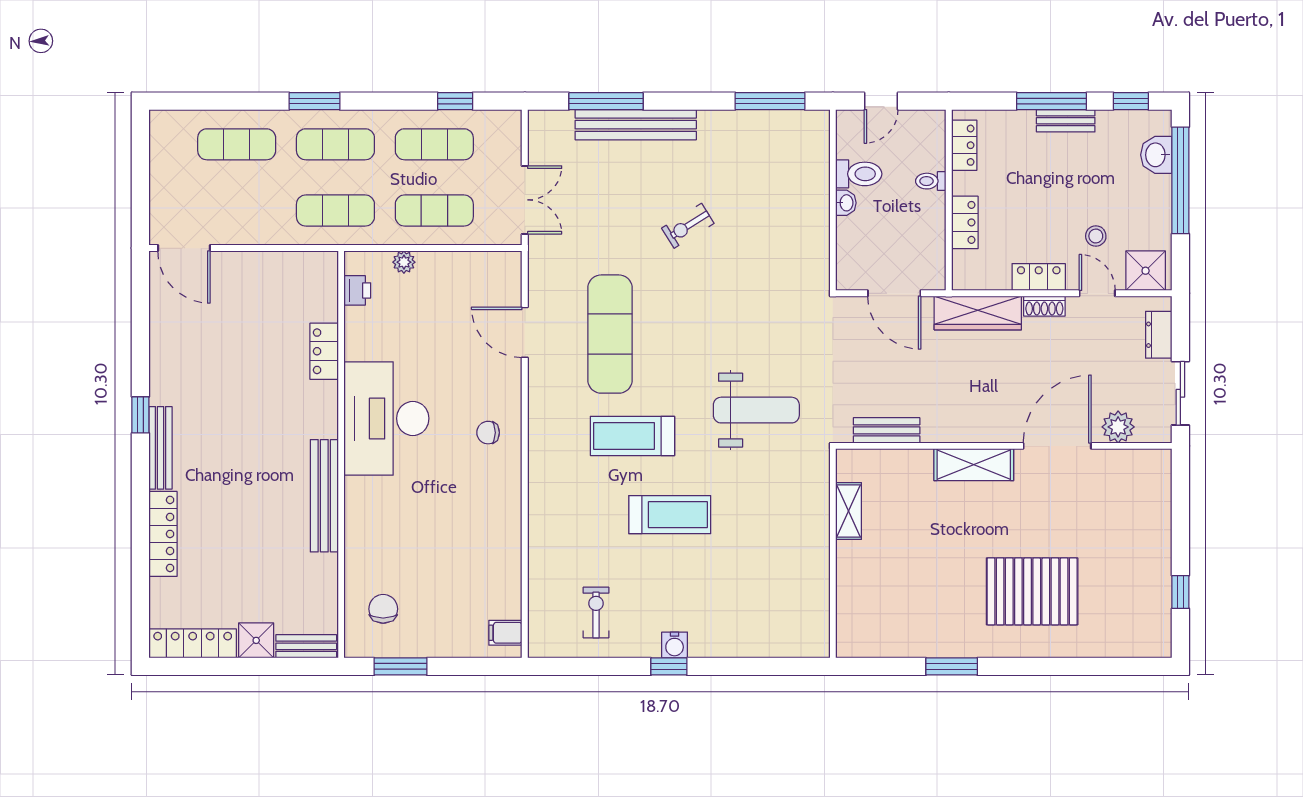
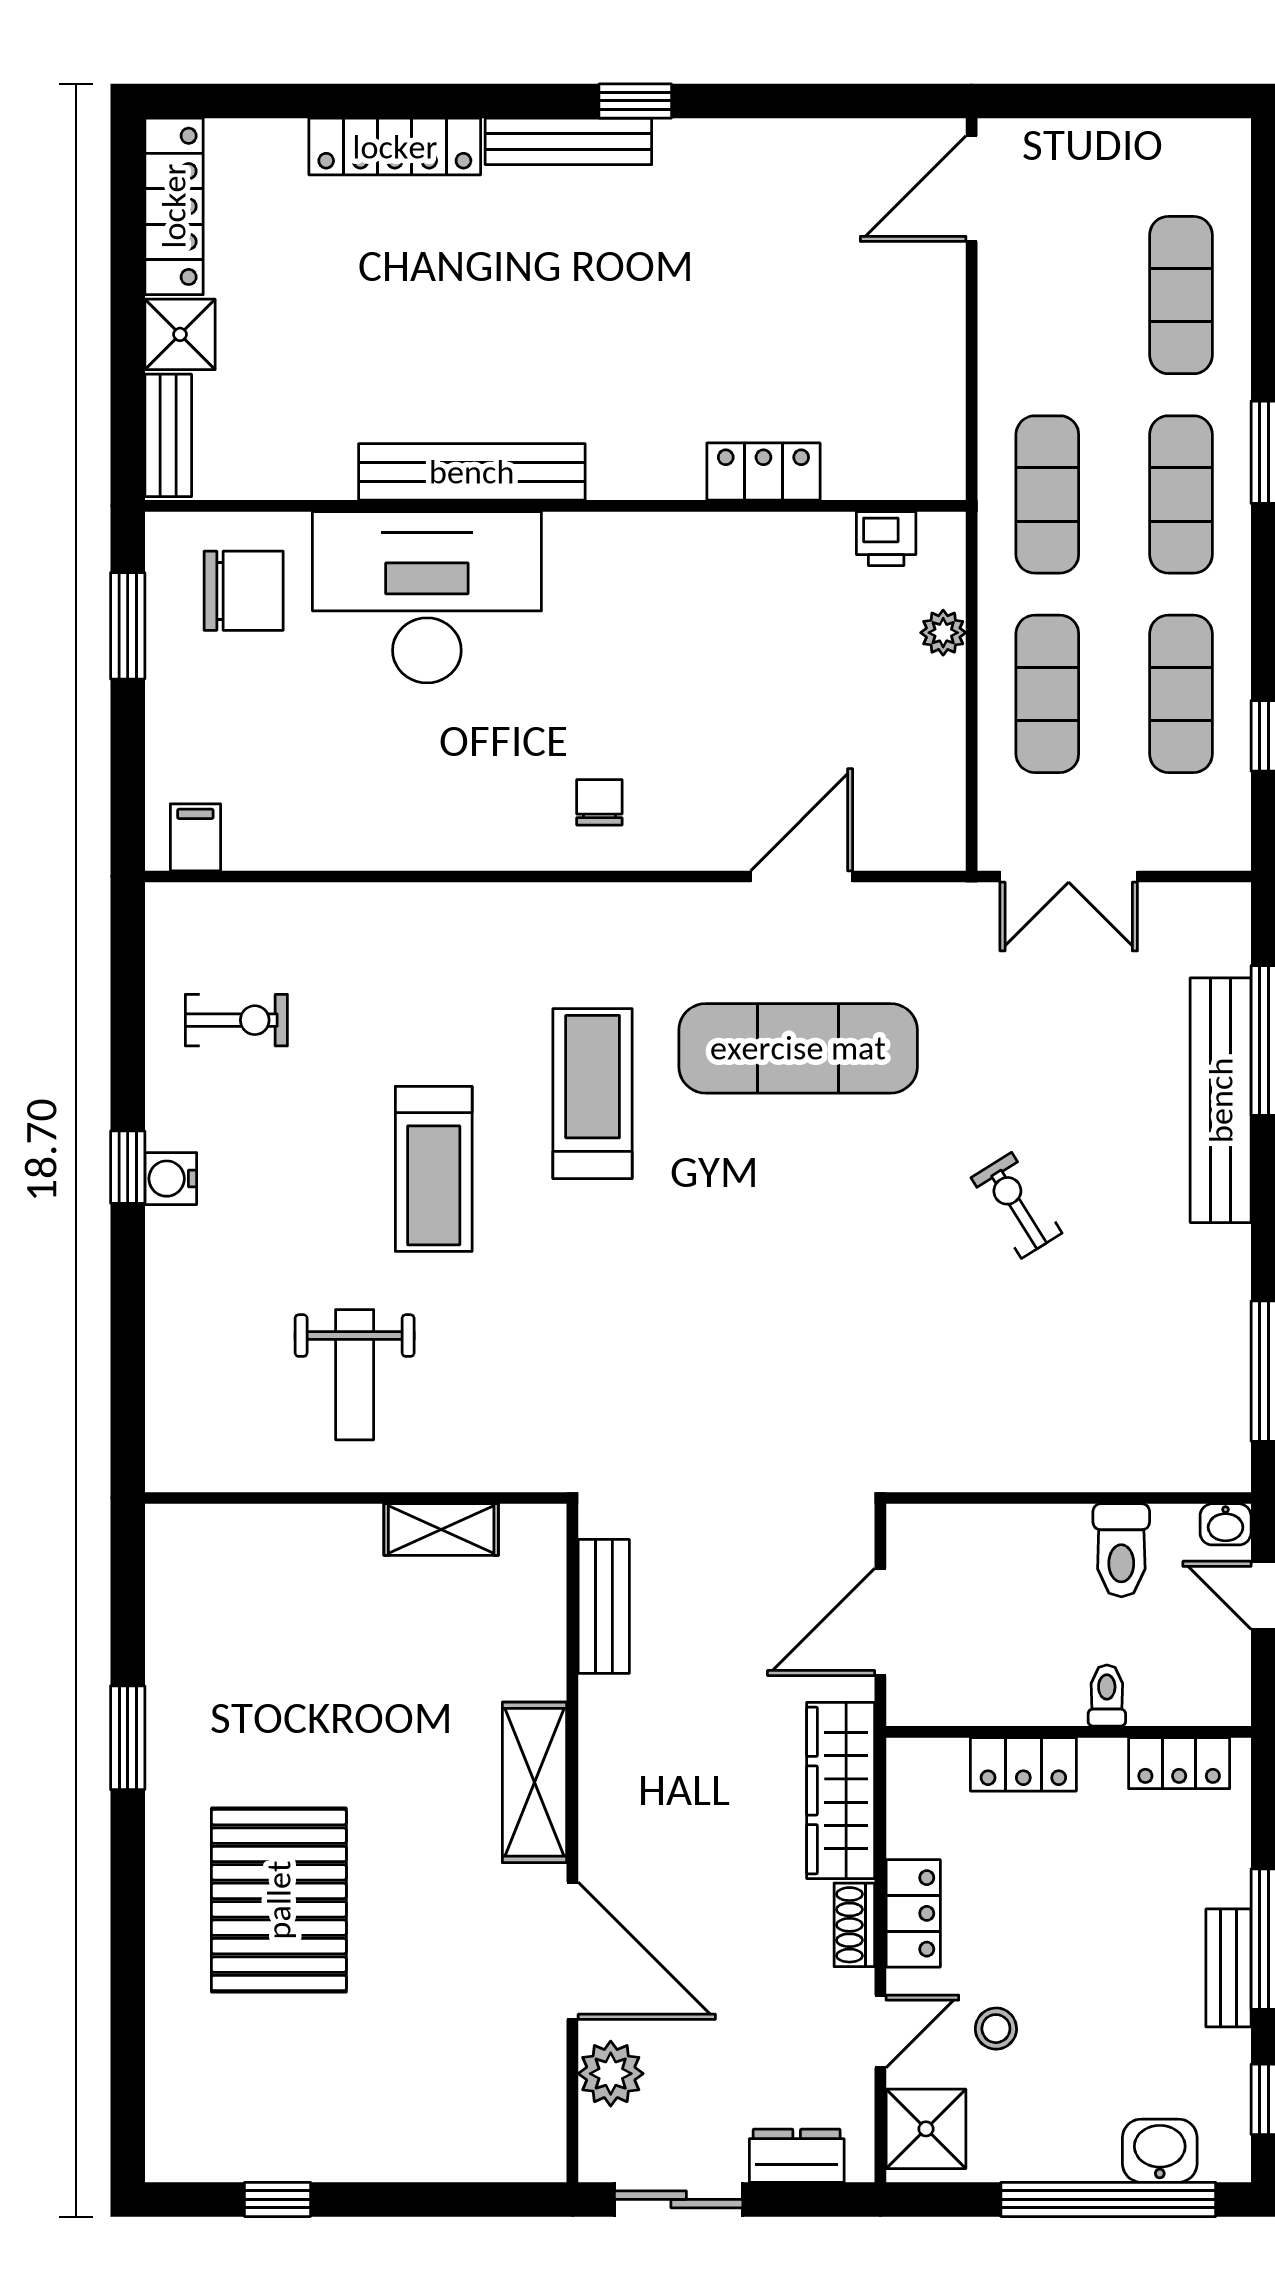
washbasin: (846, 203) -> (1226, 1524), moved
weight bench: (756, 410) -> (355, 1375), moved, width x0.73, depth x0.75
desk: (386, 418) -> (427, 597), moved
chair: (383, 609) -> (244, 591), width x1.37, depth x1.37

